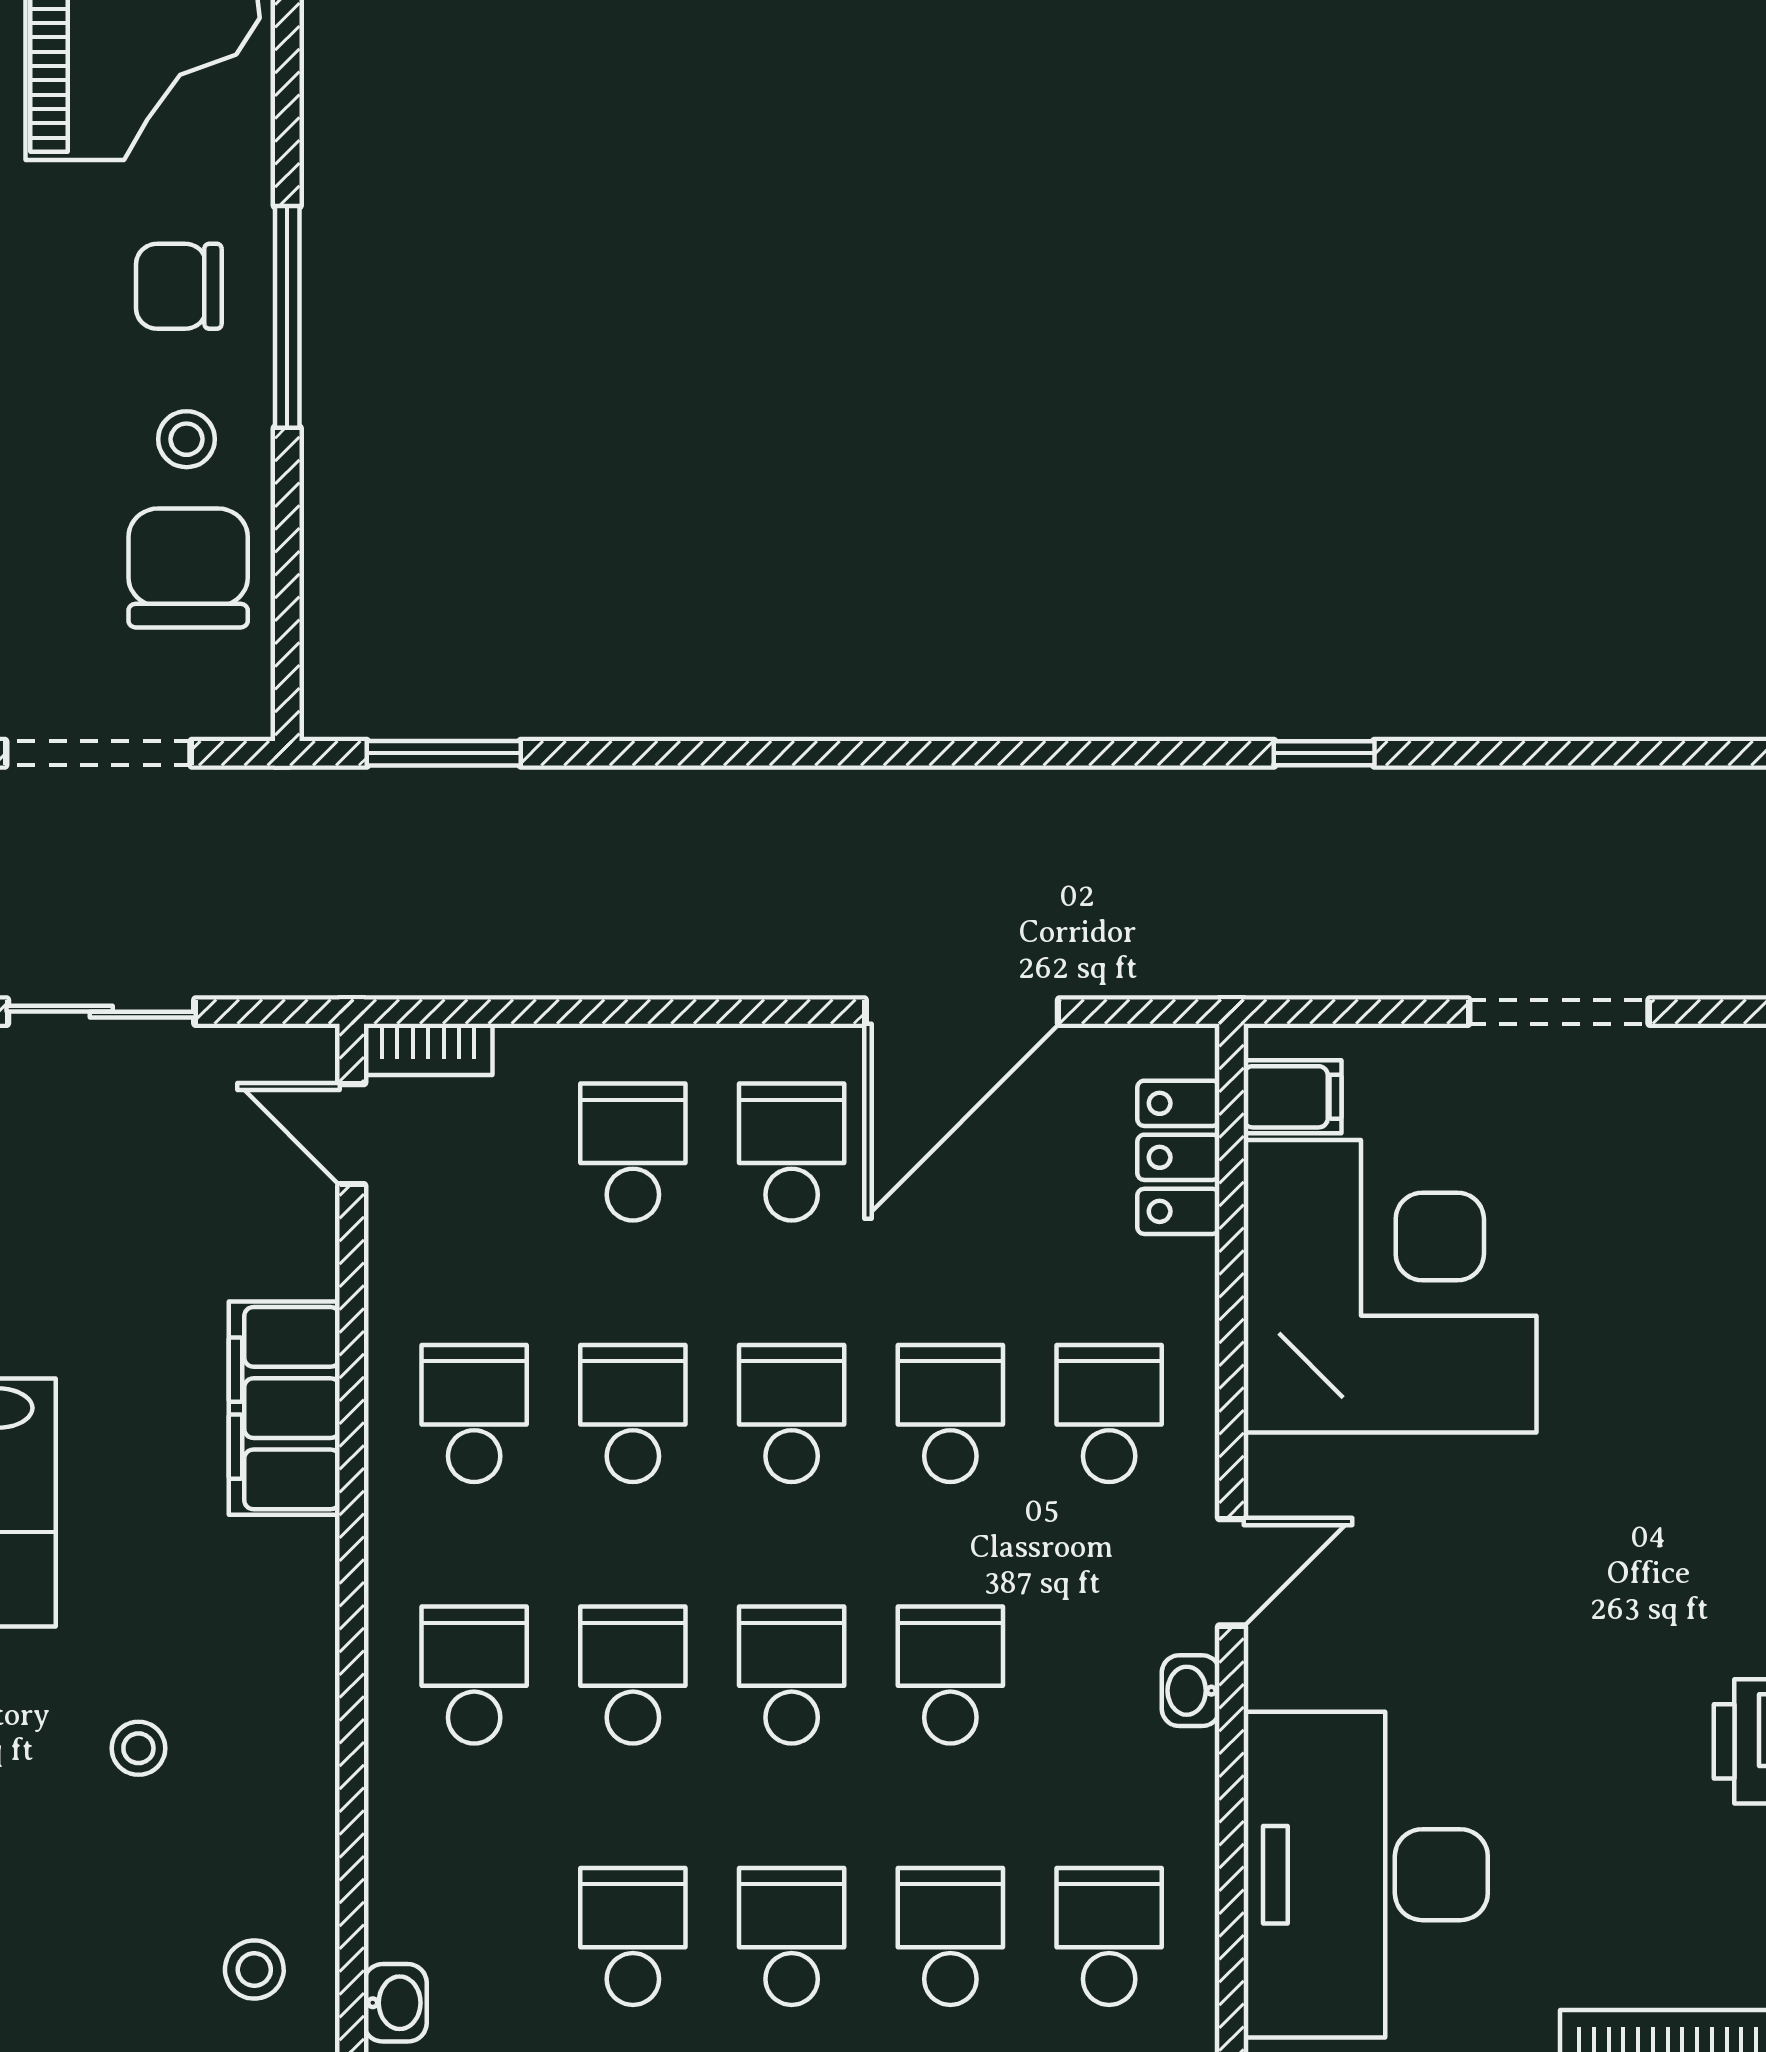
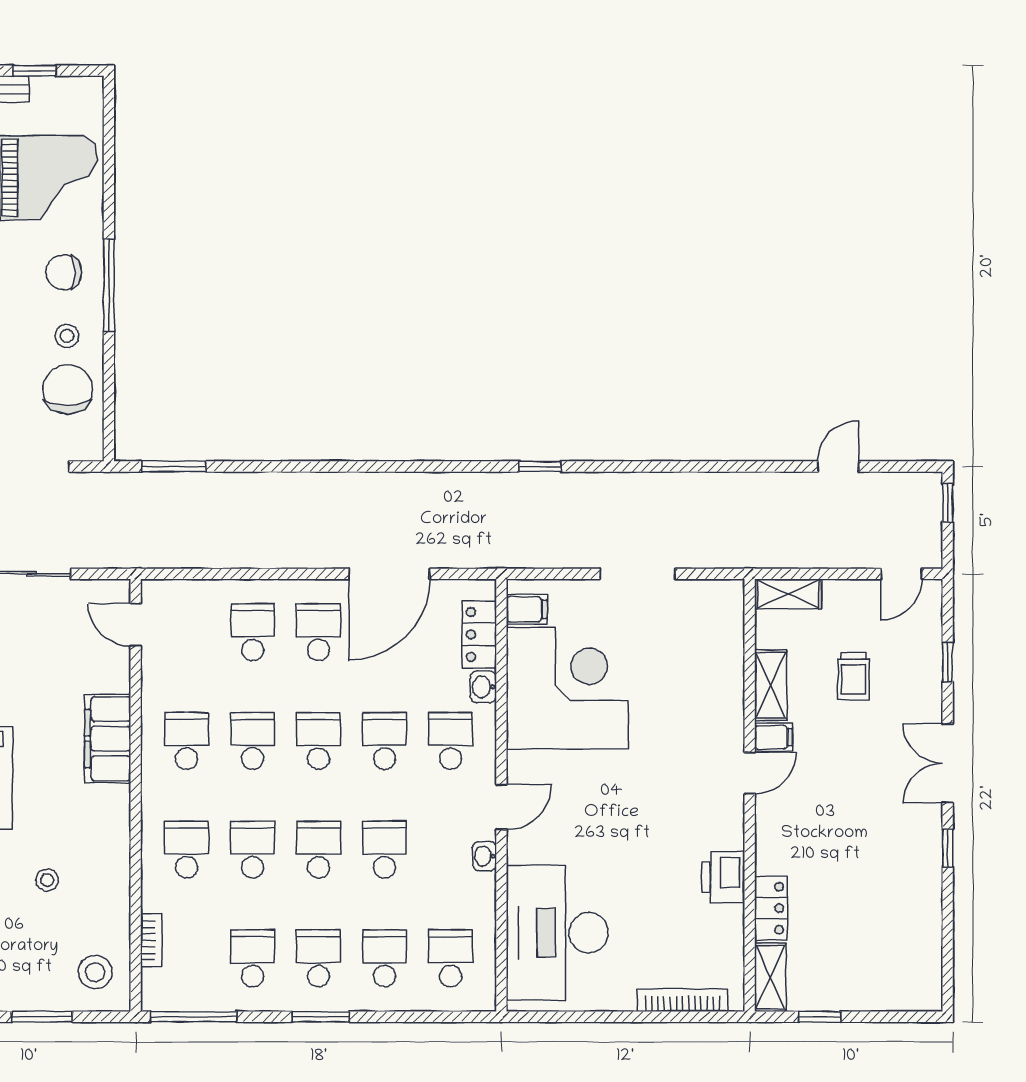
bookcase: (428, 1049) -> (151, 940), moved, turned -90
stool: (254, 1970) -> (95, 972), width x1.37, depth x1.37
washbasin: (395, 2003) -> (483, 687), moved, turned 180

